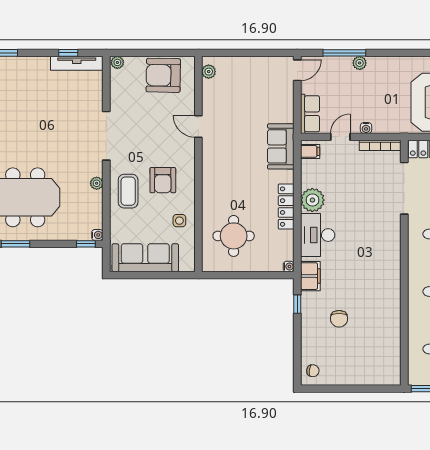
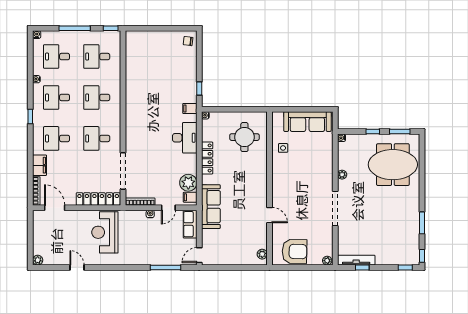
plant: (360, 63) -> (155, 260), removed
sofa: (281, 146) -> (211, 207), width x1.36
armchair: (163, 180) -> (295, 177), removed
coffee table: (128, 191) -> (320, 169), removed
plant: (312, 200) -> (188, 183), moved
window: (86, 244) -> (373, 131), moved
filing cabinet: (310, 276) -> (190, 108), width x0.50
chair: (339, 319) -> (169, 78), removed

